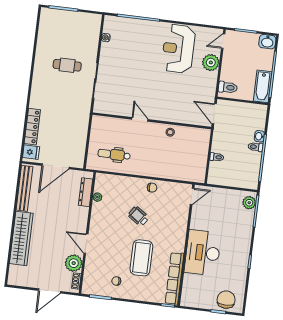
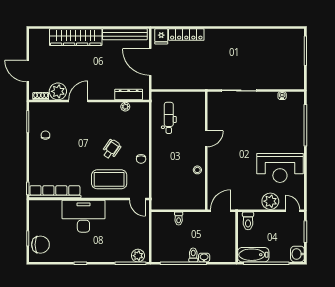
reception desk: (178, 49) -> (280, 168), turned 180
cafe table: (67, 65) -> (250, 61), removed
coffee table: (141, 258) -> (109, 179), moved

